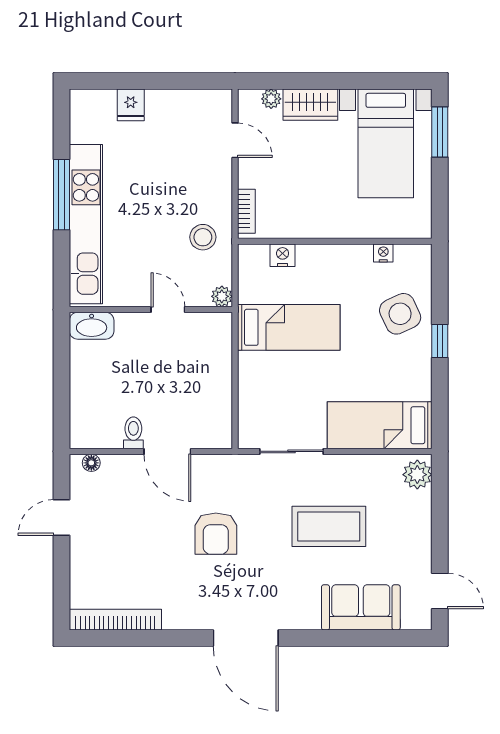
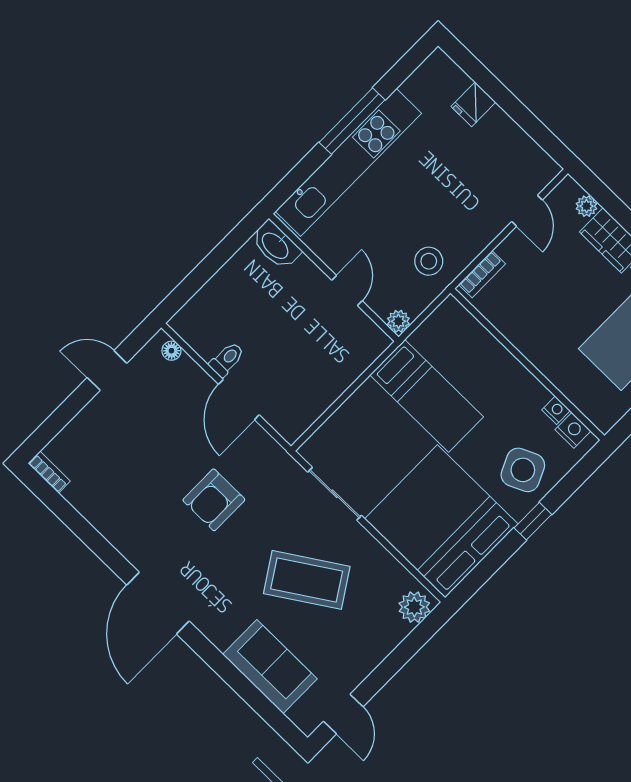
nightstand: (283, 255) -> (573, 430), moved
bed: (380, 425) -> (441, 521), width x2.04
coffee table: (329, 526) -> (307, 580), turned -33
bookcase: (115, 620) -> (49, 472), width x0.43, depth x0.76

